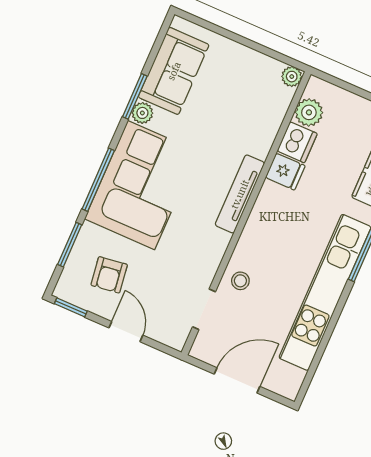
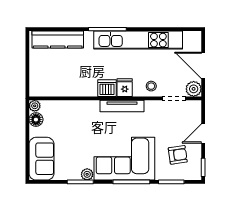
floor lamp: (268, 69) -> (36, 120), added
sofa: (174, 71) -> (41, 159), moved, turned 90
plant: (309, 112) -> (194, 89), moved
dishwasher: (297, 142) -> (107, 88), moved
fridge: (285, 172) -> (125, 88), moved
tv unit: (240, 194) -> (122, 106), moved

